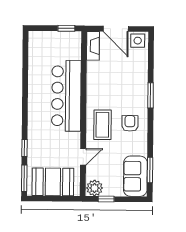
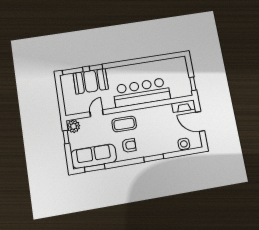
door: (116, 29) -> (200, 121), hinge flipped
side table: (138, 41) -> (184, 144), moved
door: (83, 157) -> (97, 113), swing flipped
sofa: (135, 176) -> (94, 156), width x1.36
booth: (53, 182) -> (91, 81), moved, turned 90

